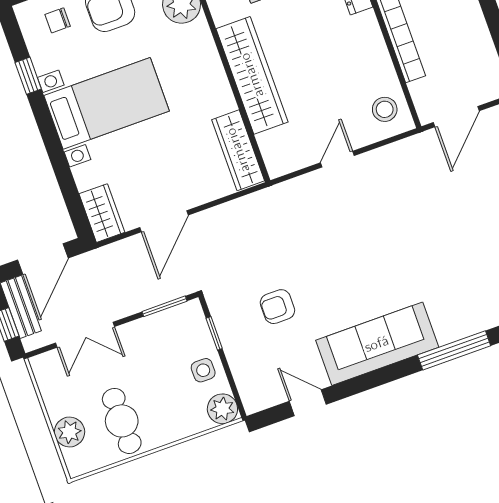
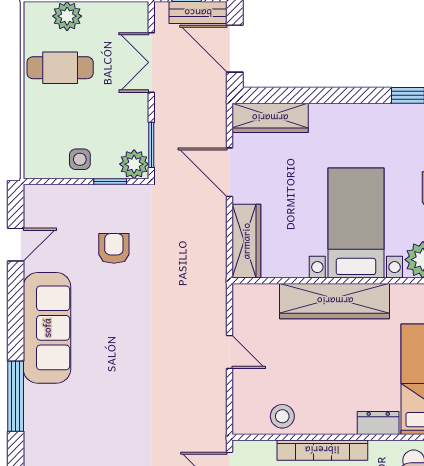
bed with nightstands: (107, 103) -> (356, 223), moved, turned 180
stool: (385, 109) -> (282, 416), moved
wardrobe: (238, 150) -> (246, 241), moved, turned 90
wardrobe: (102, 213) -> (270, 118), width x1.50
plant: (222, 409) -> (134, 164), moved

